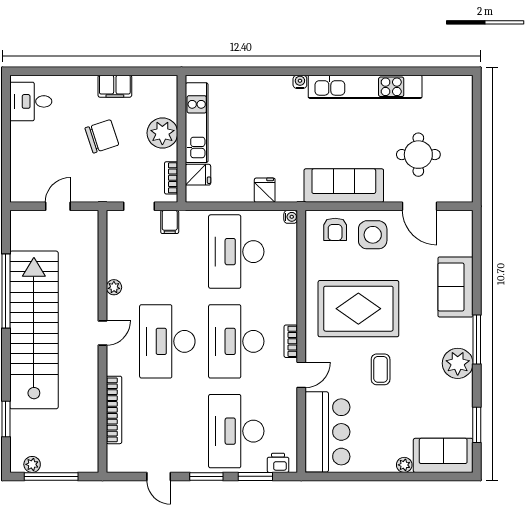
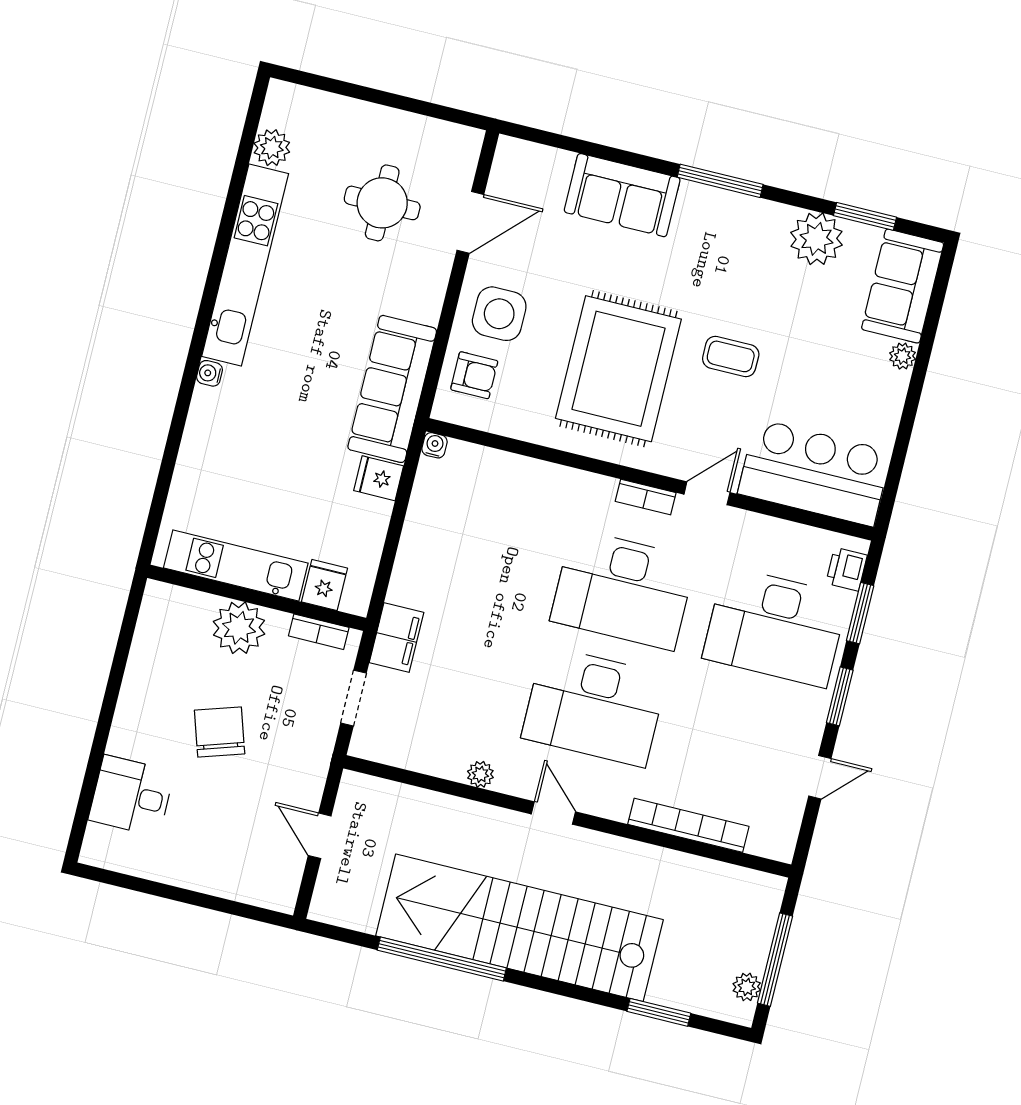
filing cabinet: (115, 86) -> (140, 689), removed
plant: (434, 86) -> (272, 148), added
desk: (31, 101) -> (131, 796), moved, turned 90
sofa: (344, 186) -> (392, 389), moved
filing cabinet: (170, 222) -> (397, 638), width x2.00
desk: (236, 252) -> (471, 552), removed
plant: (458, 363) -> (816, 239), moved
door: (301, 375) -> (707, 493), hinge flipped

